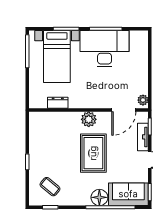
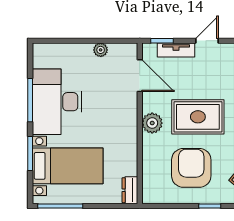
plant: (143, 100) -> (101, 50), moved
dresser: (58, 103) -> (130, 190), moved
armchair: (56, 148) -> (191, 168), added

